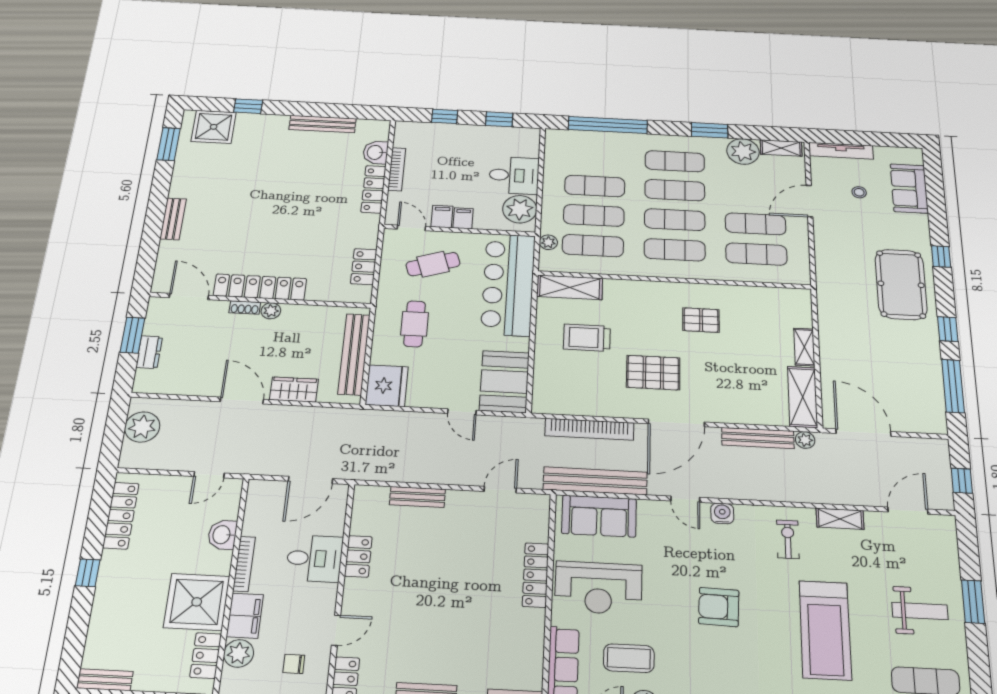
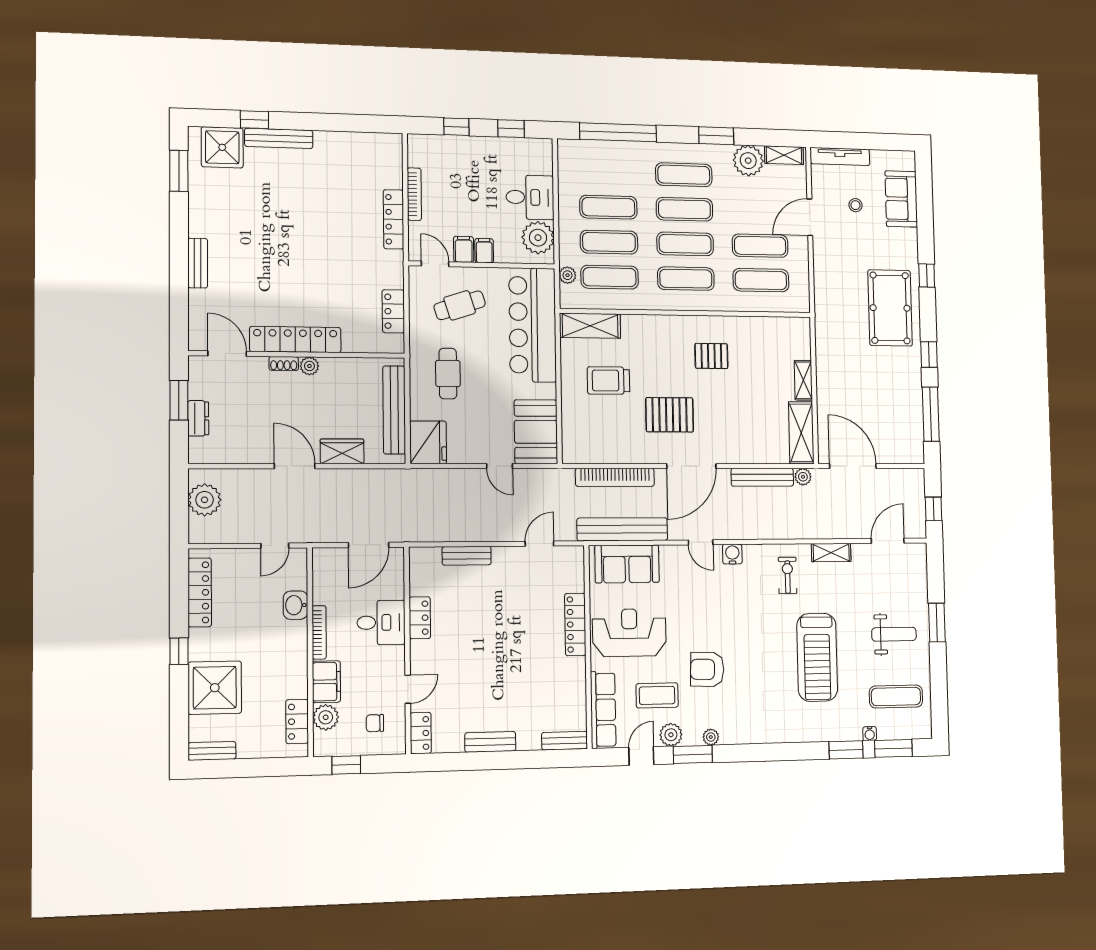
bench: (323, 124) -> (279, 138), moved
washbasin: (376, 152) -> (391, 174), removed
reception desk: (598, 588) -> (629, 633), turned 180
shower: (197, 602) -> (215, 688), moved
armchair: (719, 607) -> (707, 669), moved

